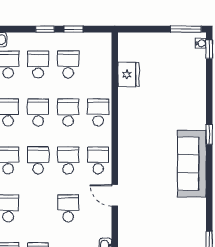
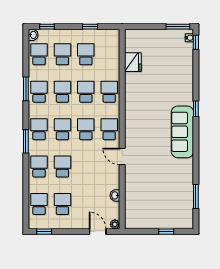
window: (45, 29) -> (47, 27), moved
school desk: (68, 208) -> (62, 167), moved

